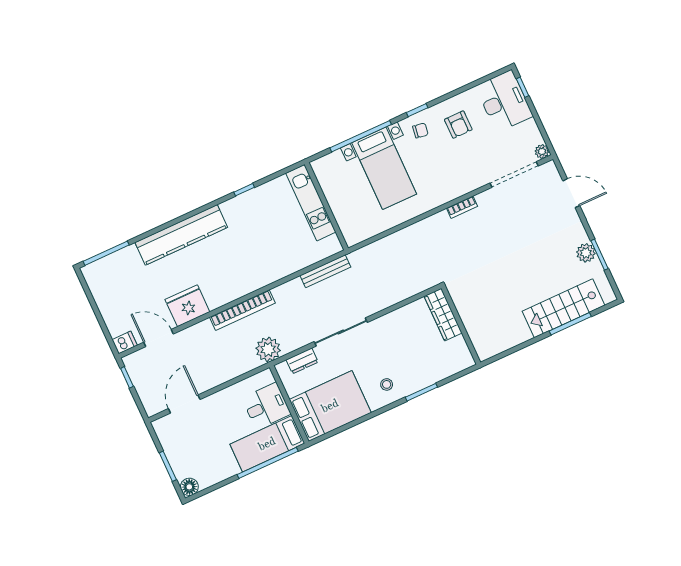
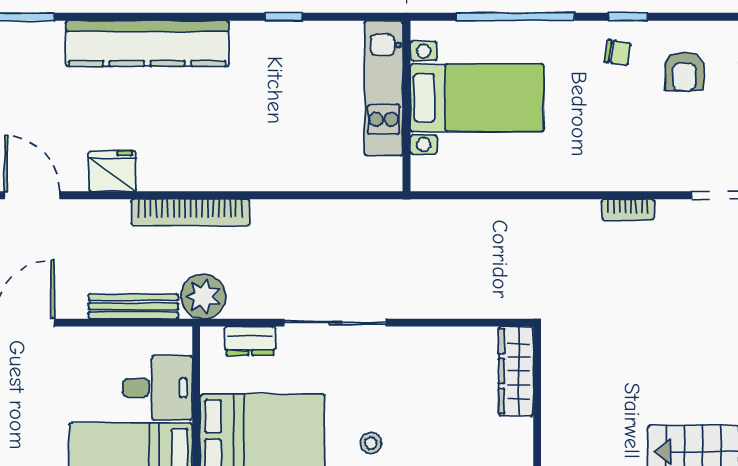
bed with nightstands: (384, 168) -> (477, 98), moved, turned -90
bench: (325, 271) -> (133, 306), moved
fridge: (187, 306) -> (112, 171), width x0.73, depth x0.75

